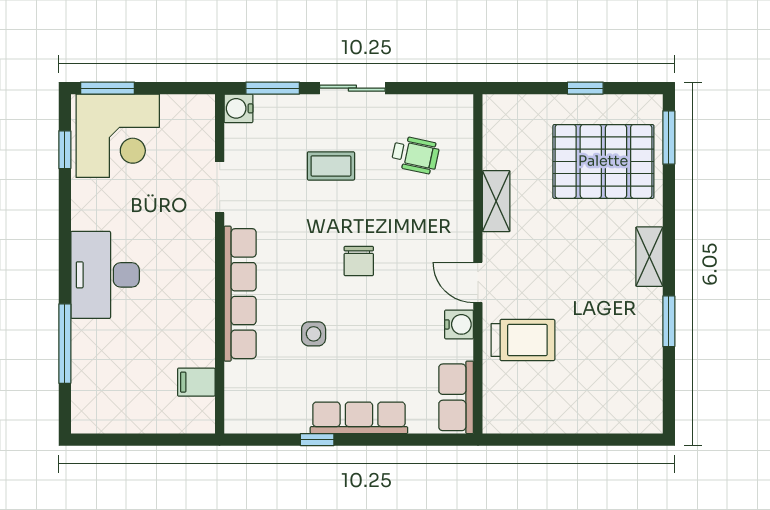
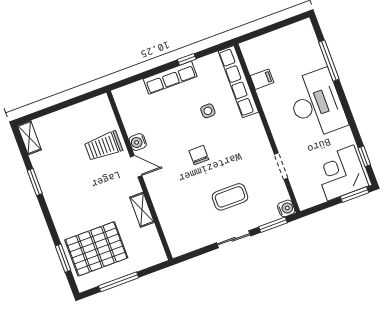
window: (585, 88) -> (119, 282), width x2.17
window: (669, 137) -> (63, 258), moved
wheelchair: (415, 155) -> (190, 218), removed
coffee table: (331, 166) -> (230, 197), width x1.36, depth x1.30
shelving: (649, 257) -> (29, 138), moved
desk: (105, 275) -> (317, 104), width x1.36, depth x1.30
row of seats: (240, 294) -> (238, 82), moved
filing cabinet: (196, 382) -> (262, 79), moved
row of seats: (456, 397) -> (126, 106), removed

